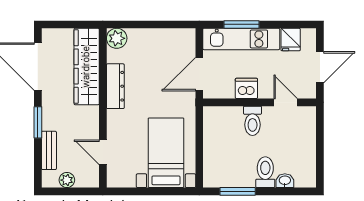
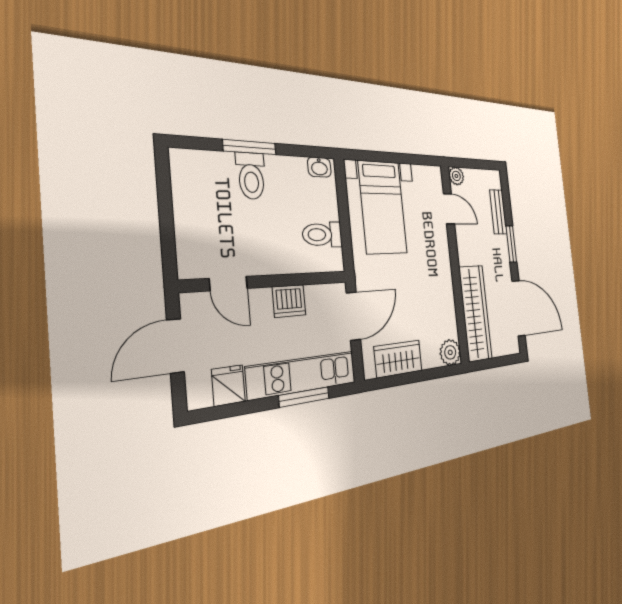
wardrobe: (165, 40) -> (398, 359), added
dresser: (115, 86) -> (445, 291), removed
toilet: (253, 121) -> (322, 235), moved, turned -90
plant: (67, 180) -> (456, 176), moved
washbasin: (285, 181) -> (319, 167), moved
window: (238, 191) -> (250, 147), moved

